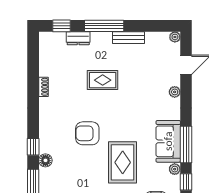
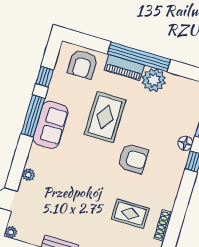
rug: (103, 80) -> (130, 214), moved
shoe rack: (44, 87) -> (163, 225), width x1.43
plant: (175, 169) -> (52, 94), removed

